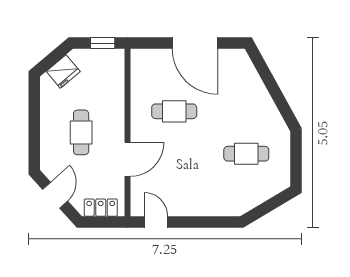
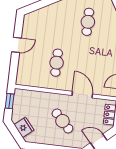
door: (195, 43) -> (17, 45), width x0.53
cafe table: (81, 132) -> (62, 121), turned 46

